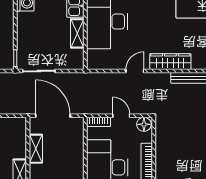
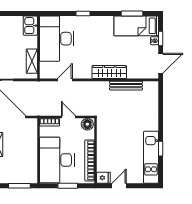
shelving: (77, 33) -> (32, 61), moved
door: (135, 71) -> (65, 80), moved

